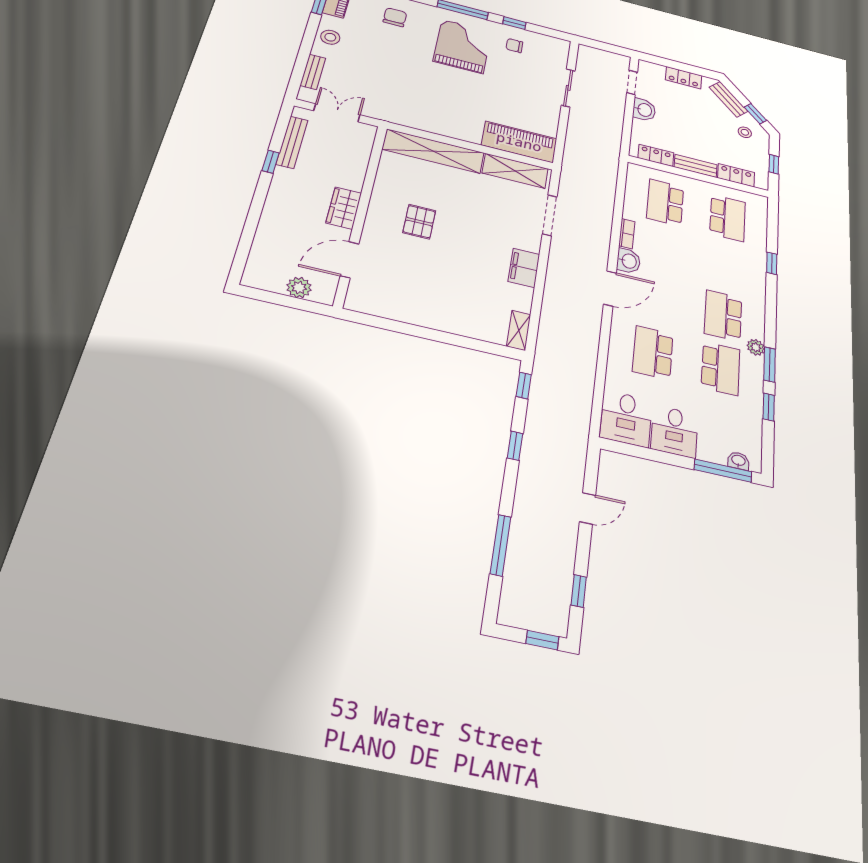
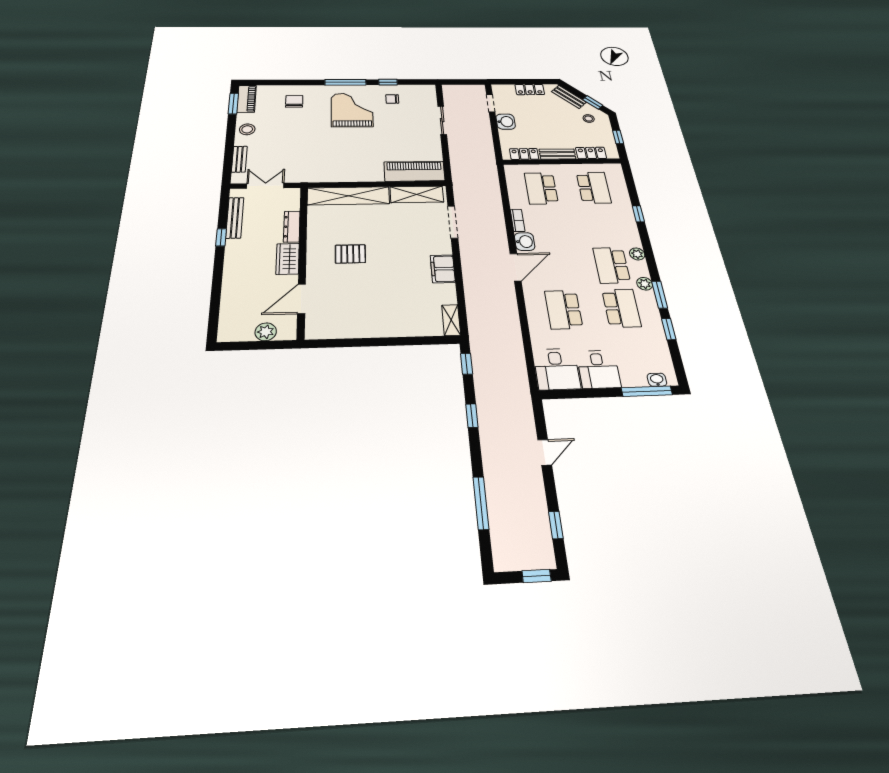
dresser: (357, 171) -> (292, 227), added
pallet: (419, 222) -> (350, 254), turned 90
plant: (757, 310) -> (637, 254), added

